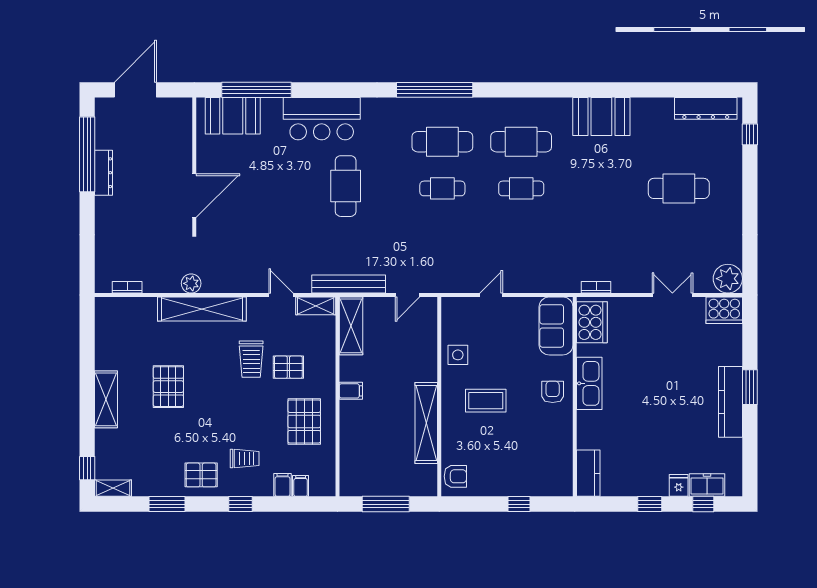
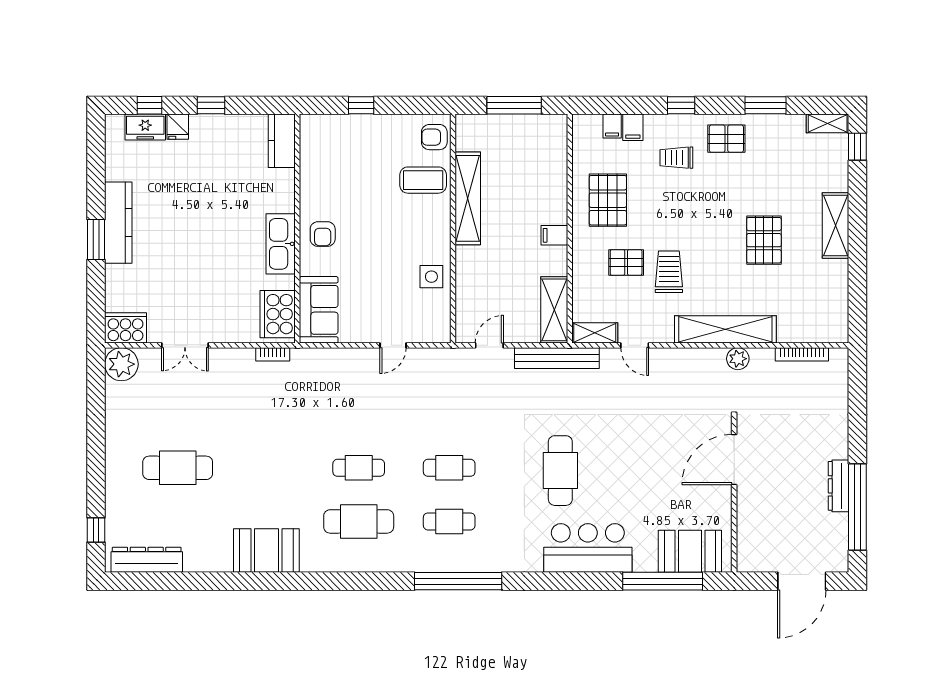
cafe table: (442, 142) -> (449, 521), width x0.73, depth x0.74
bookcase: (127, 287) -> (802, 354), width x1.56
coffee table: (486, 401) -> (423, 180), moved

